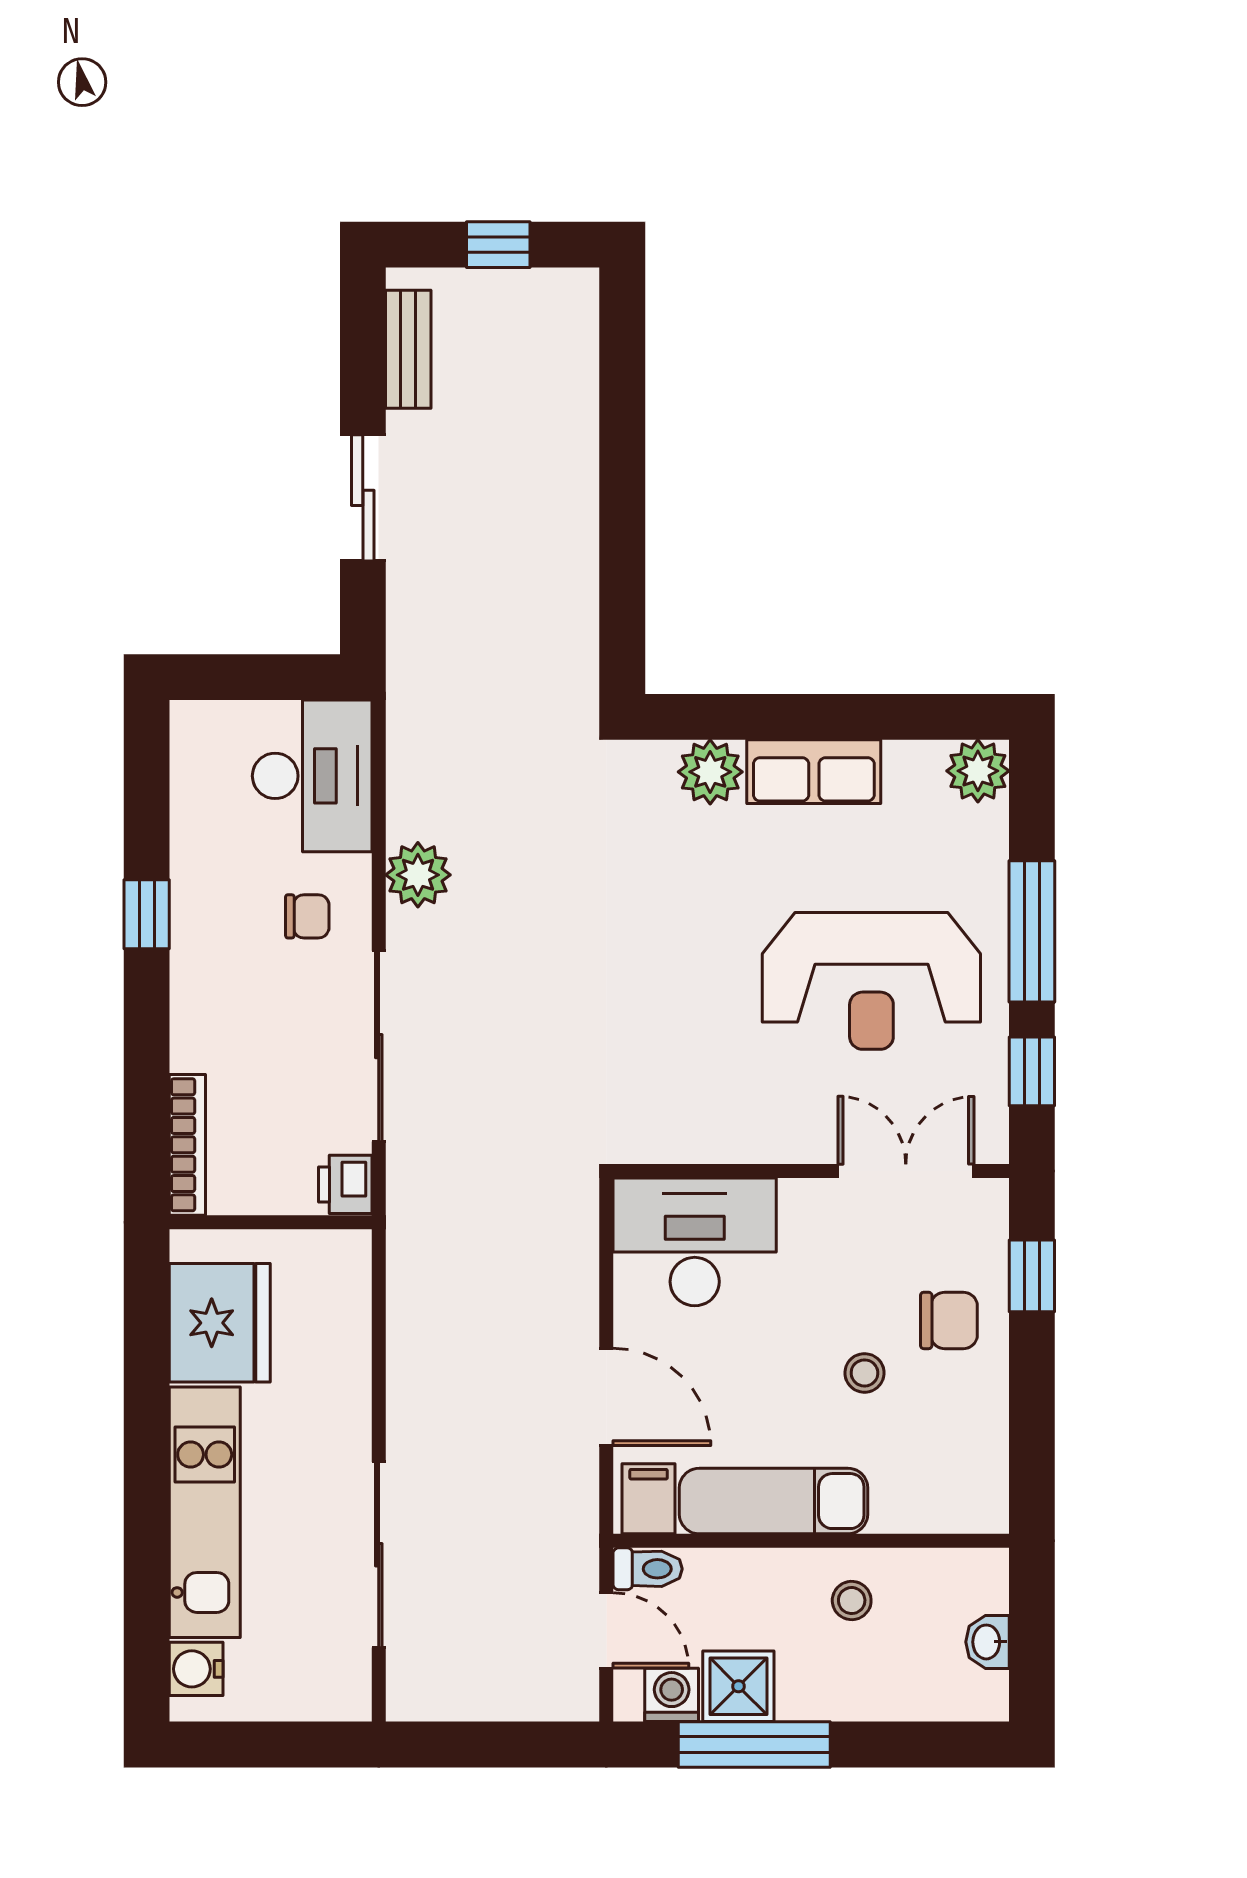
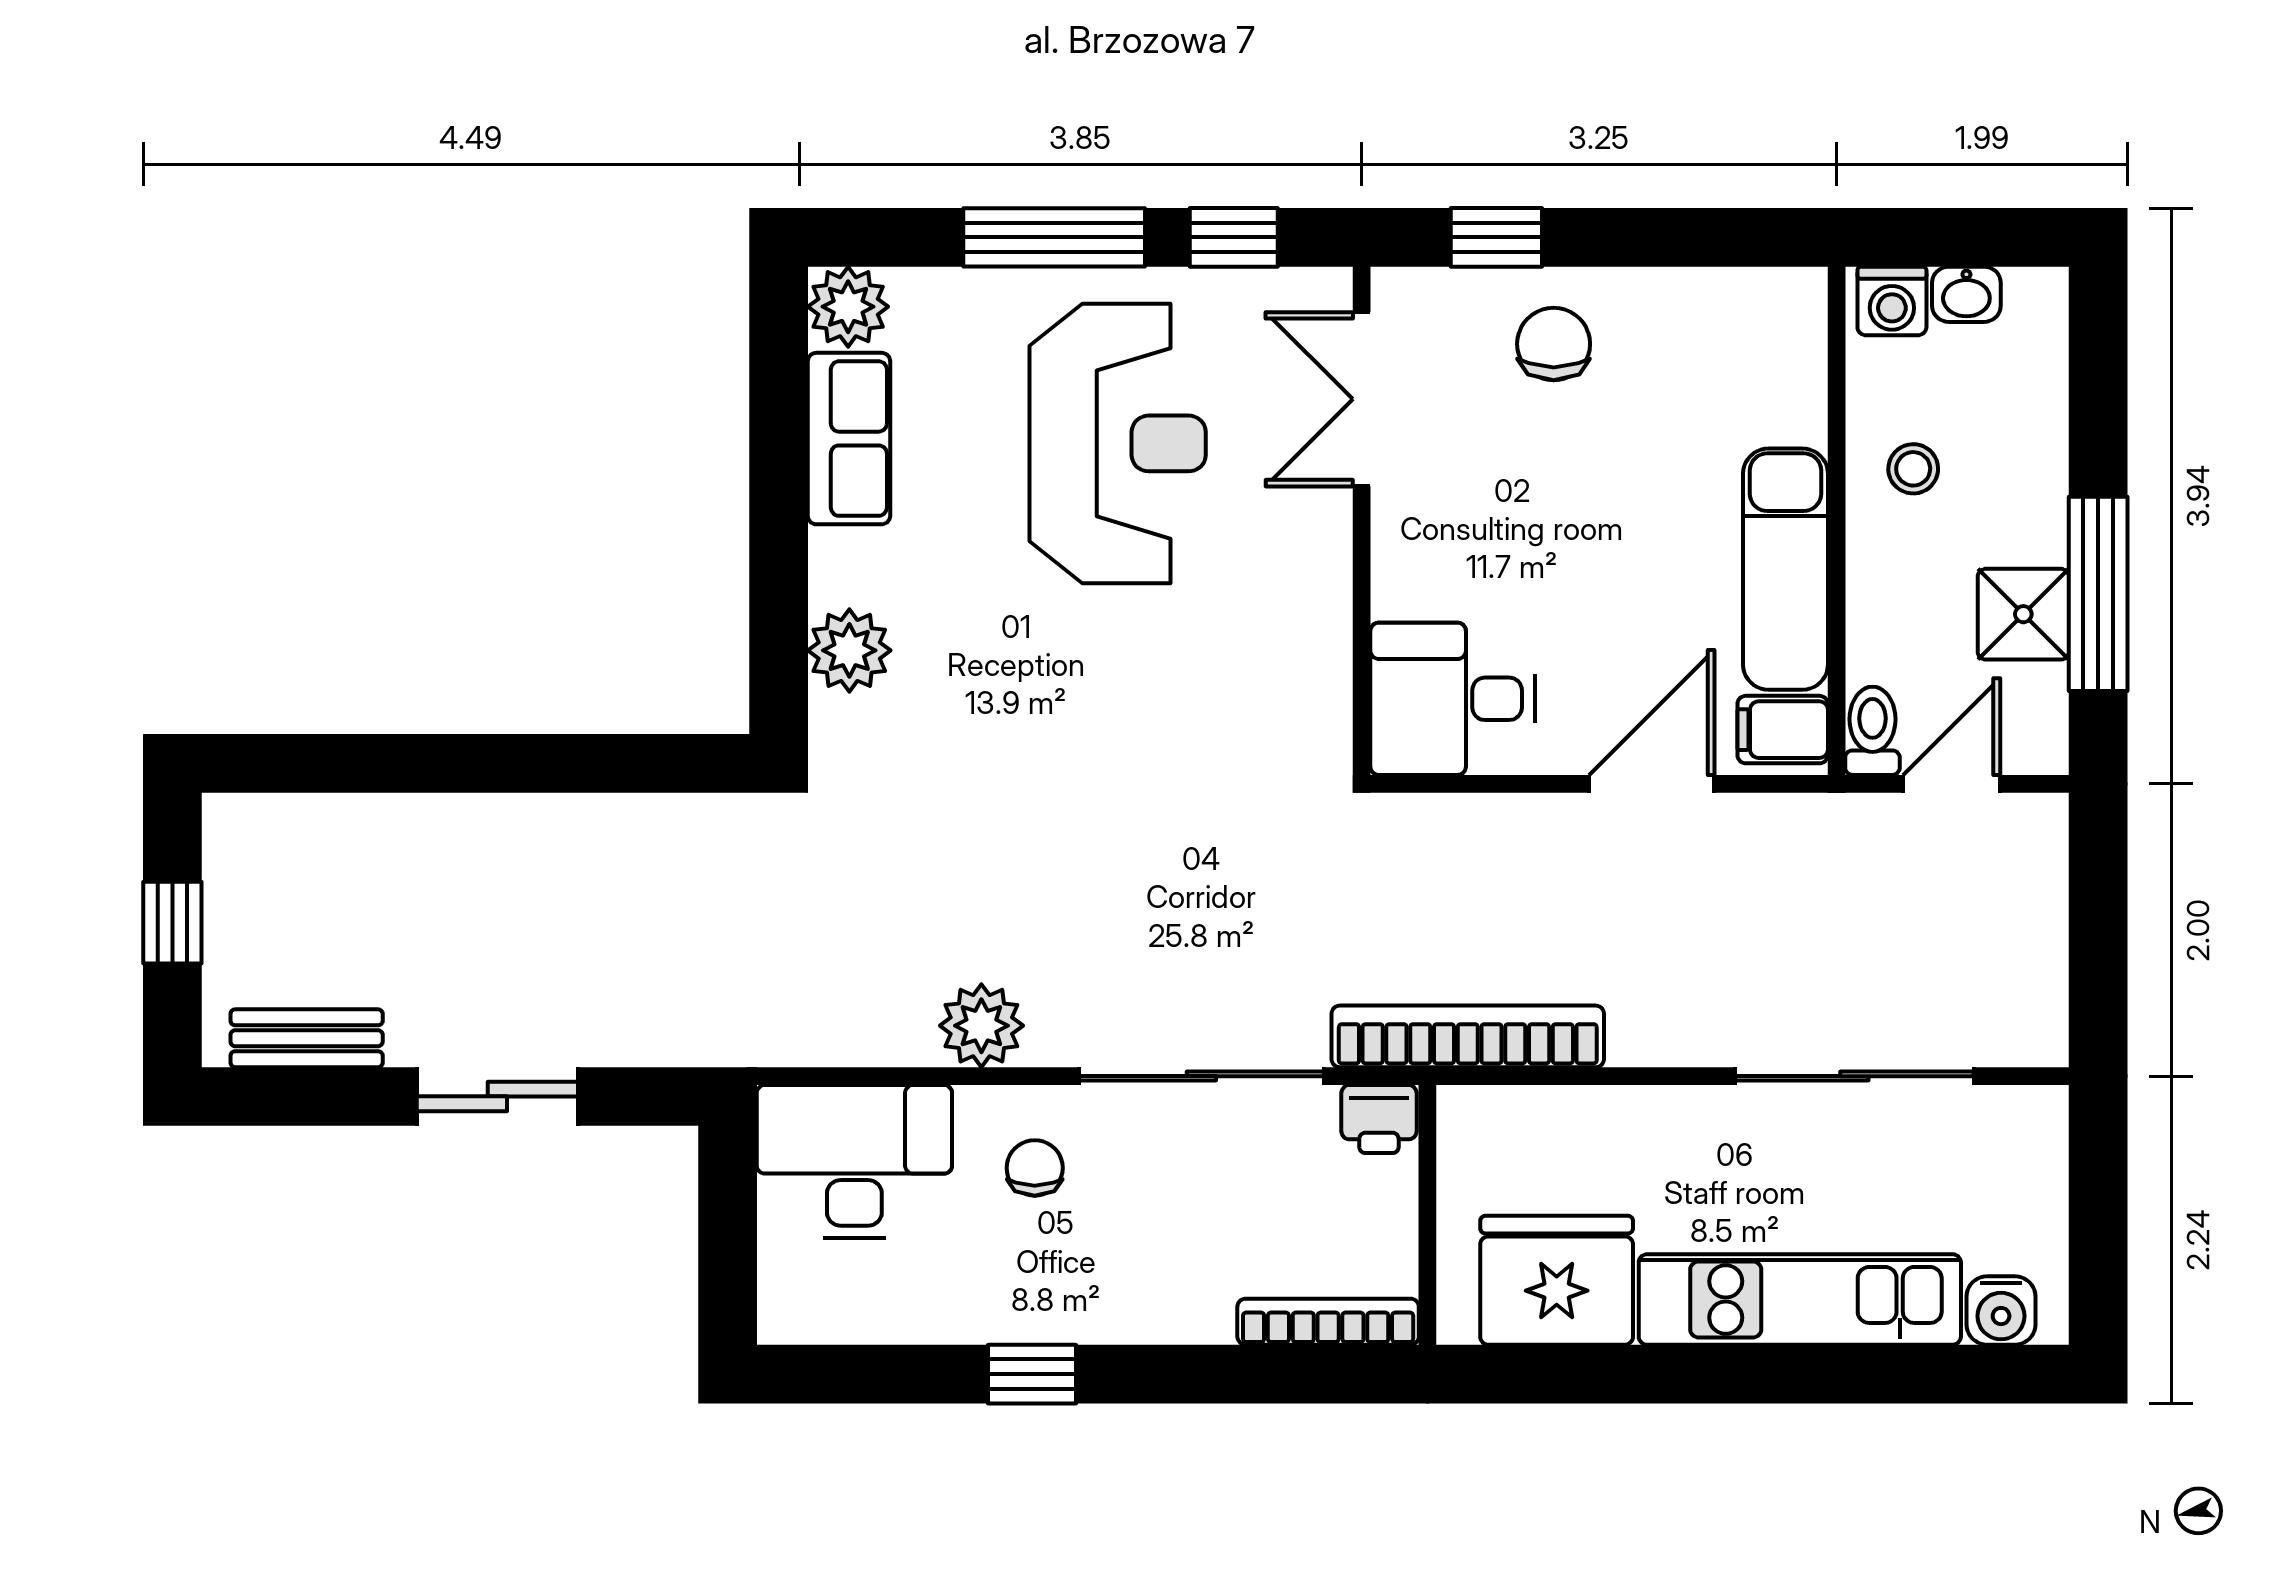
row of seats: (814, 772) -> (849, 439), moved
desk: (695, 1242) -> (1453, 699), width x0.73
bookcase: (410, 1254) -> (1468, 1036), added
stool: (865, 1373) -> (1621, 452), removed
washing machine: (672, 1695) -> (1892, 301), moved, turned -90

